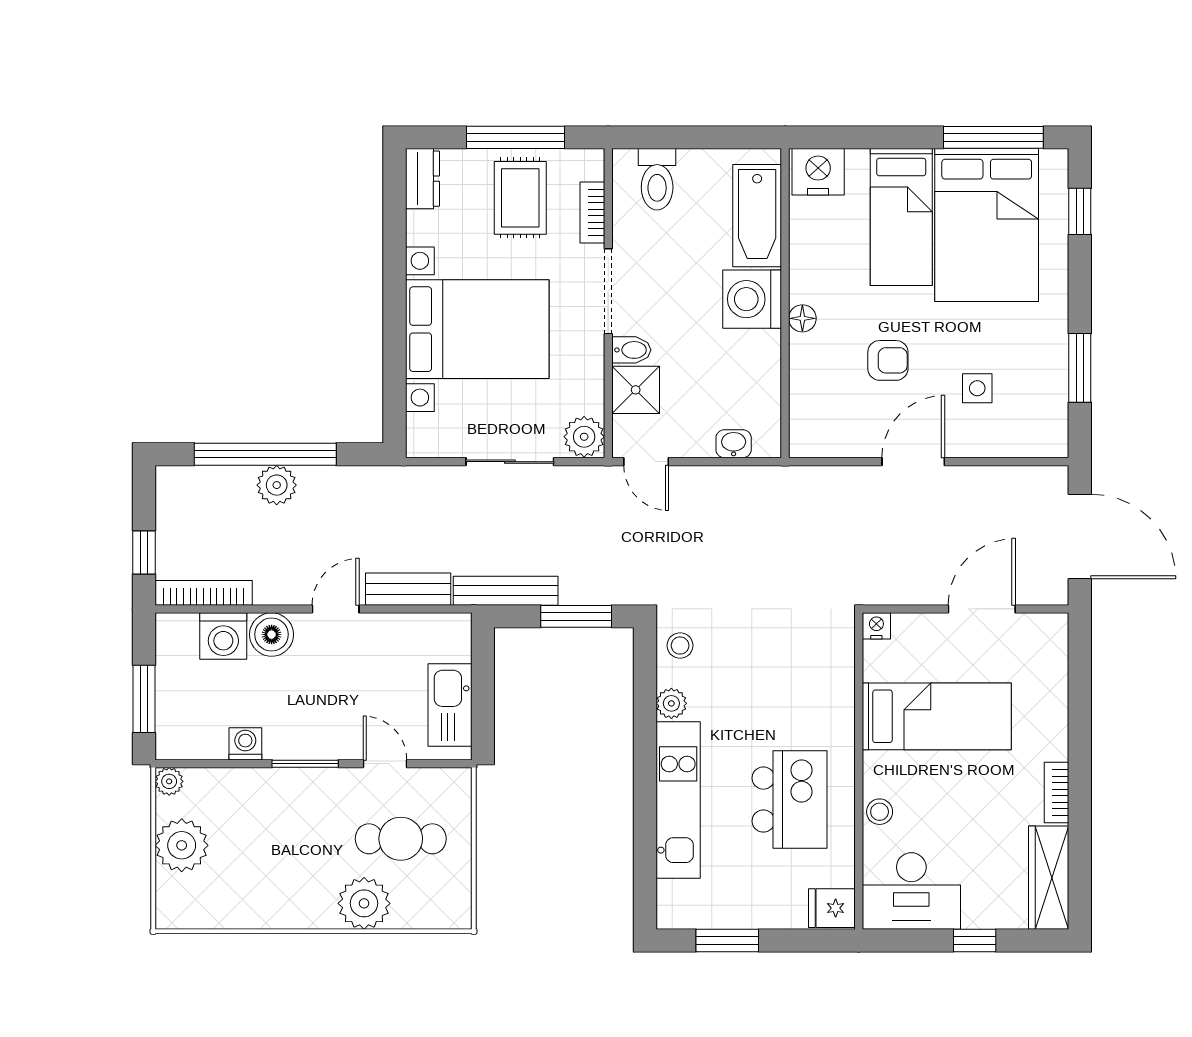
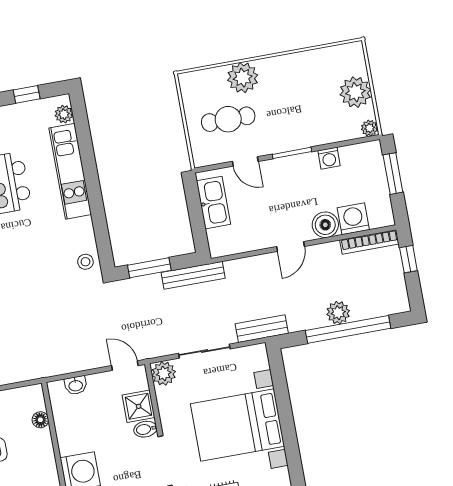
floor lamp: (802, 318) -> (40, 420), moved
bench: (408, 589) -> (262, 329), moved
plant: (671, 703) -> (64, 114), moved
window: (727, 941) -> (27, 94), width x0.67

